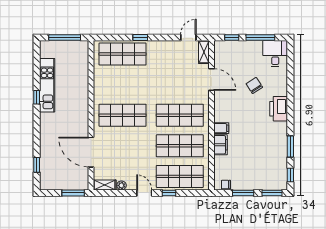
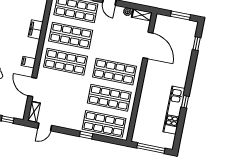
shop shelf: (123, 85) -> (109, 98), added
filing cabinet: (221, 128) -> (28, 62), moved
window: (73, 193) -> (180, 15), moved

